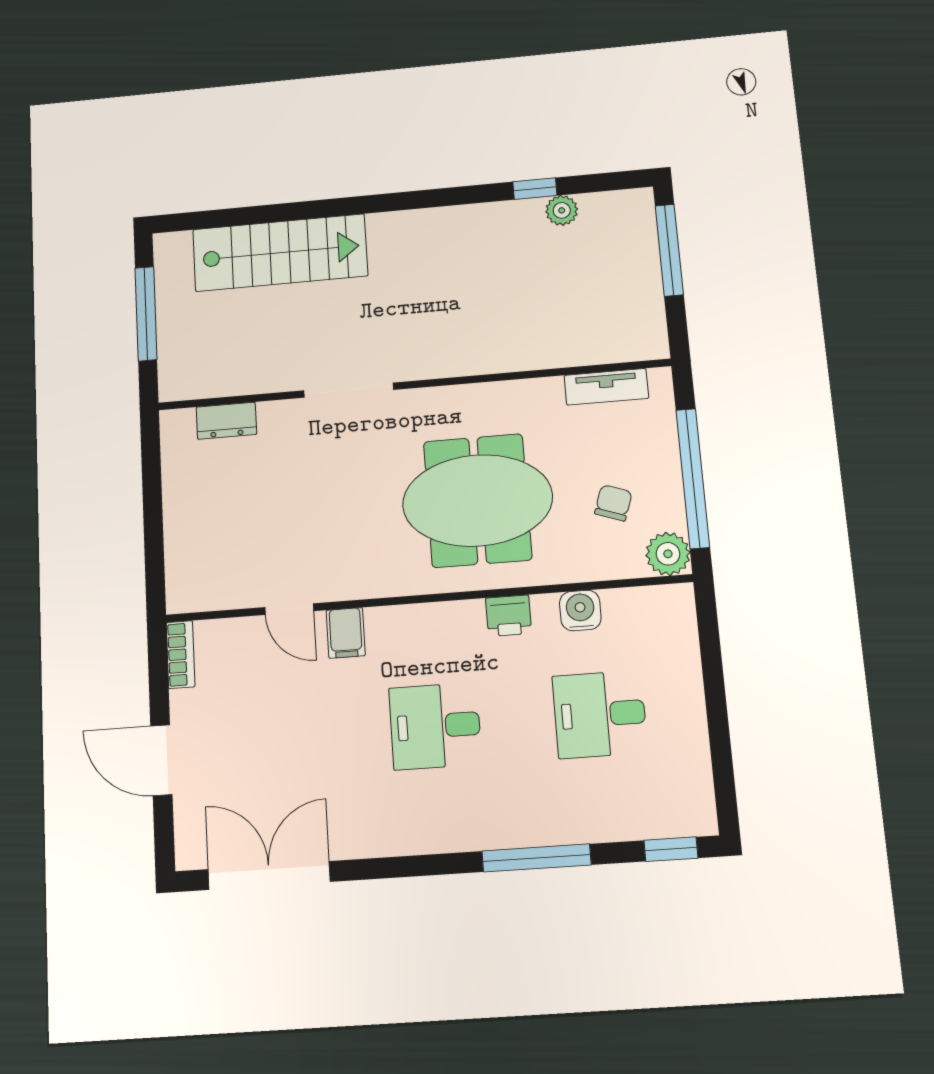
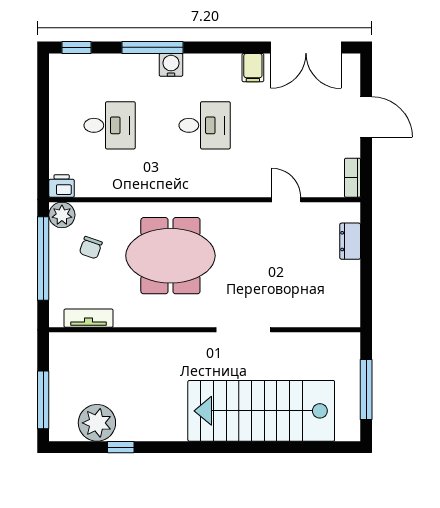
plant: (562, 210) -> (97, 423), width x1.87, depth x1.87
stairs: (280, 253) -> (261, 411), width x1.36, depth x1.51
dresser: (226, 421) -> (350, 241), moved, turned -90
water cooler: (580, 611) -> (171, 65), moved, turned 180
printer: (509, 616) -> (62, 186), moved
filing cabinet: (346, 633) -> (253, 68), moved, turned 180

